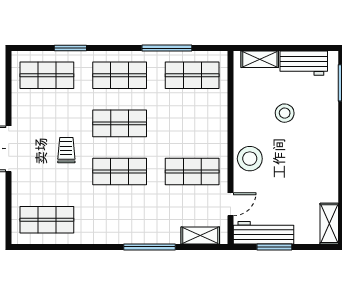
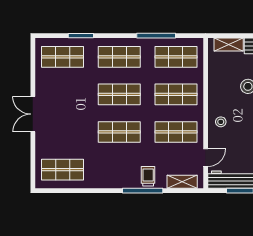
shop shelf: (192, 123) -> (176, 94), added
trolley: (66, 150) -> (148, 176), moved
stool: (250, 159) -> (221, 122), width x0.53, depth x0.53

